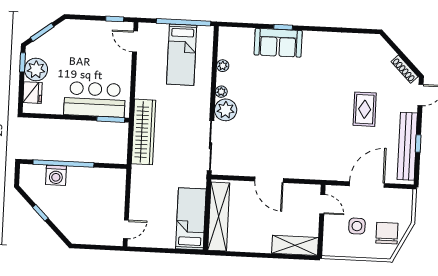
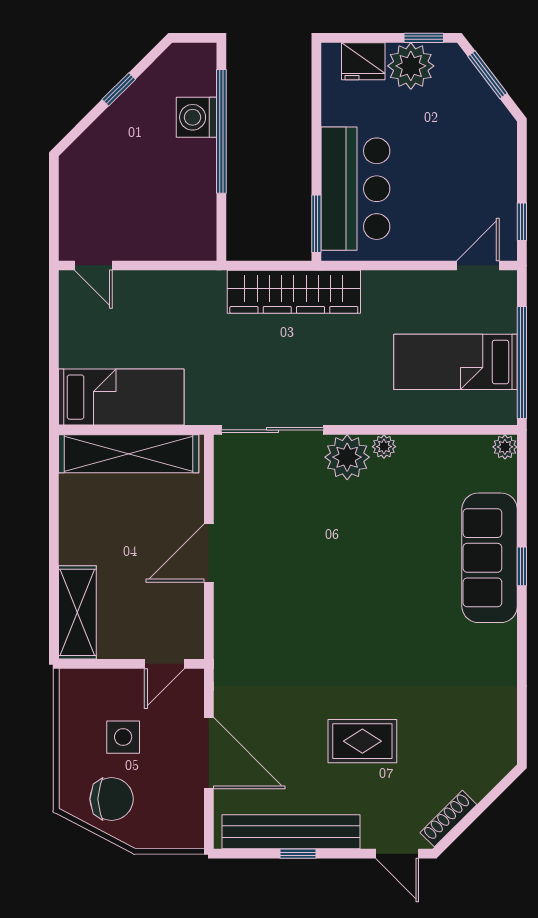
sofa: (278, 43) -> (490, 558), width x1.36
plant: (223, 66) -> (505, 447), moved

